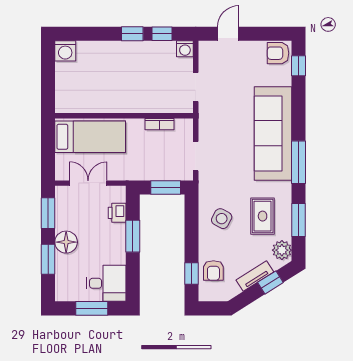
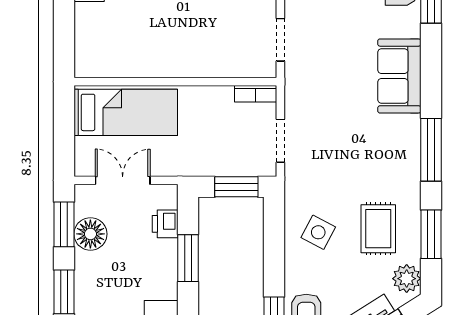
bookcase: (159, 124) -> (256, 94), moved
sofa: (273, 133) -> (399, 76), width x0.54, depth x0.79
floor lamp: (66, 242) -> (90, 234), moved

